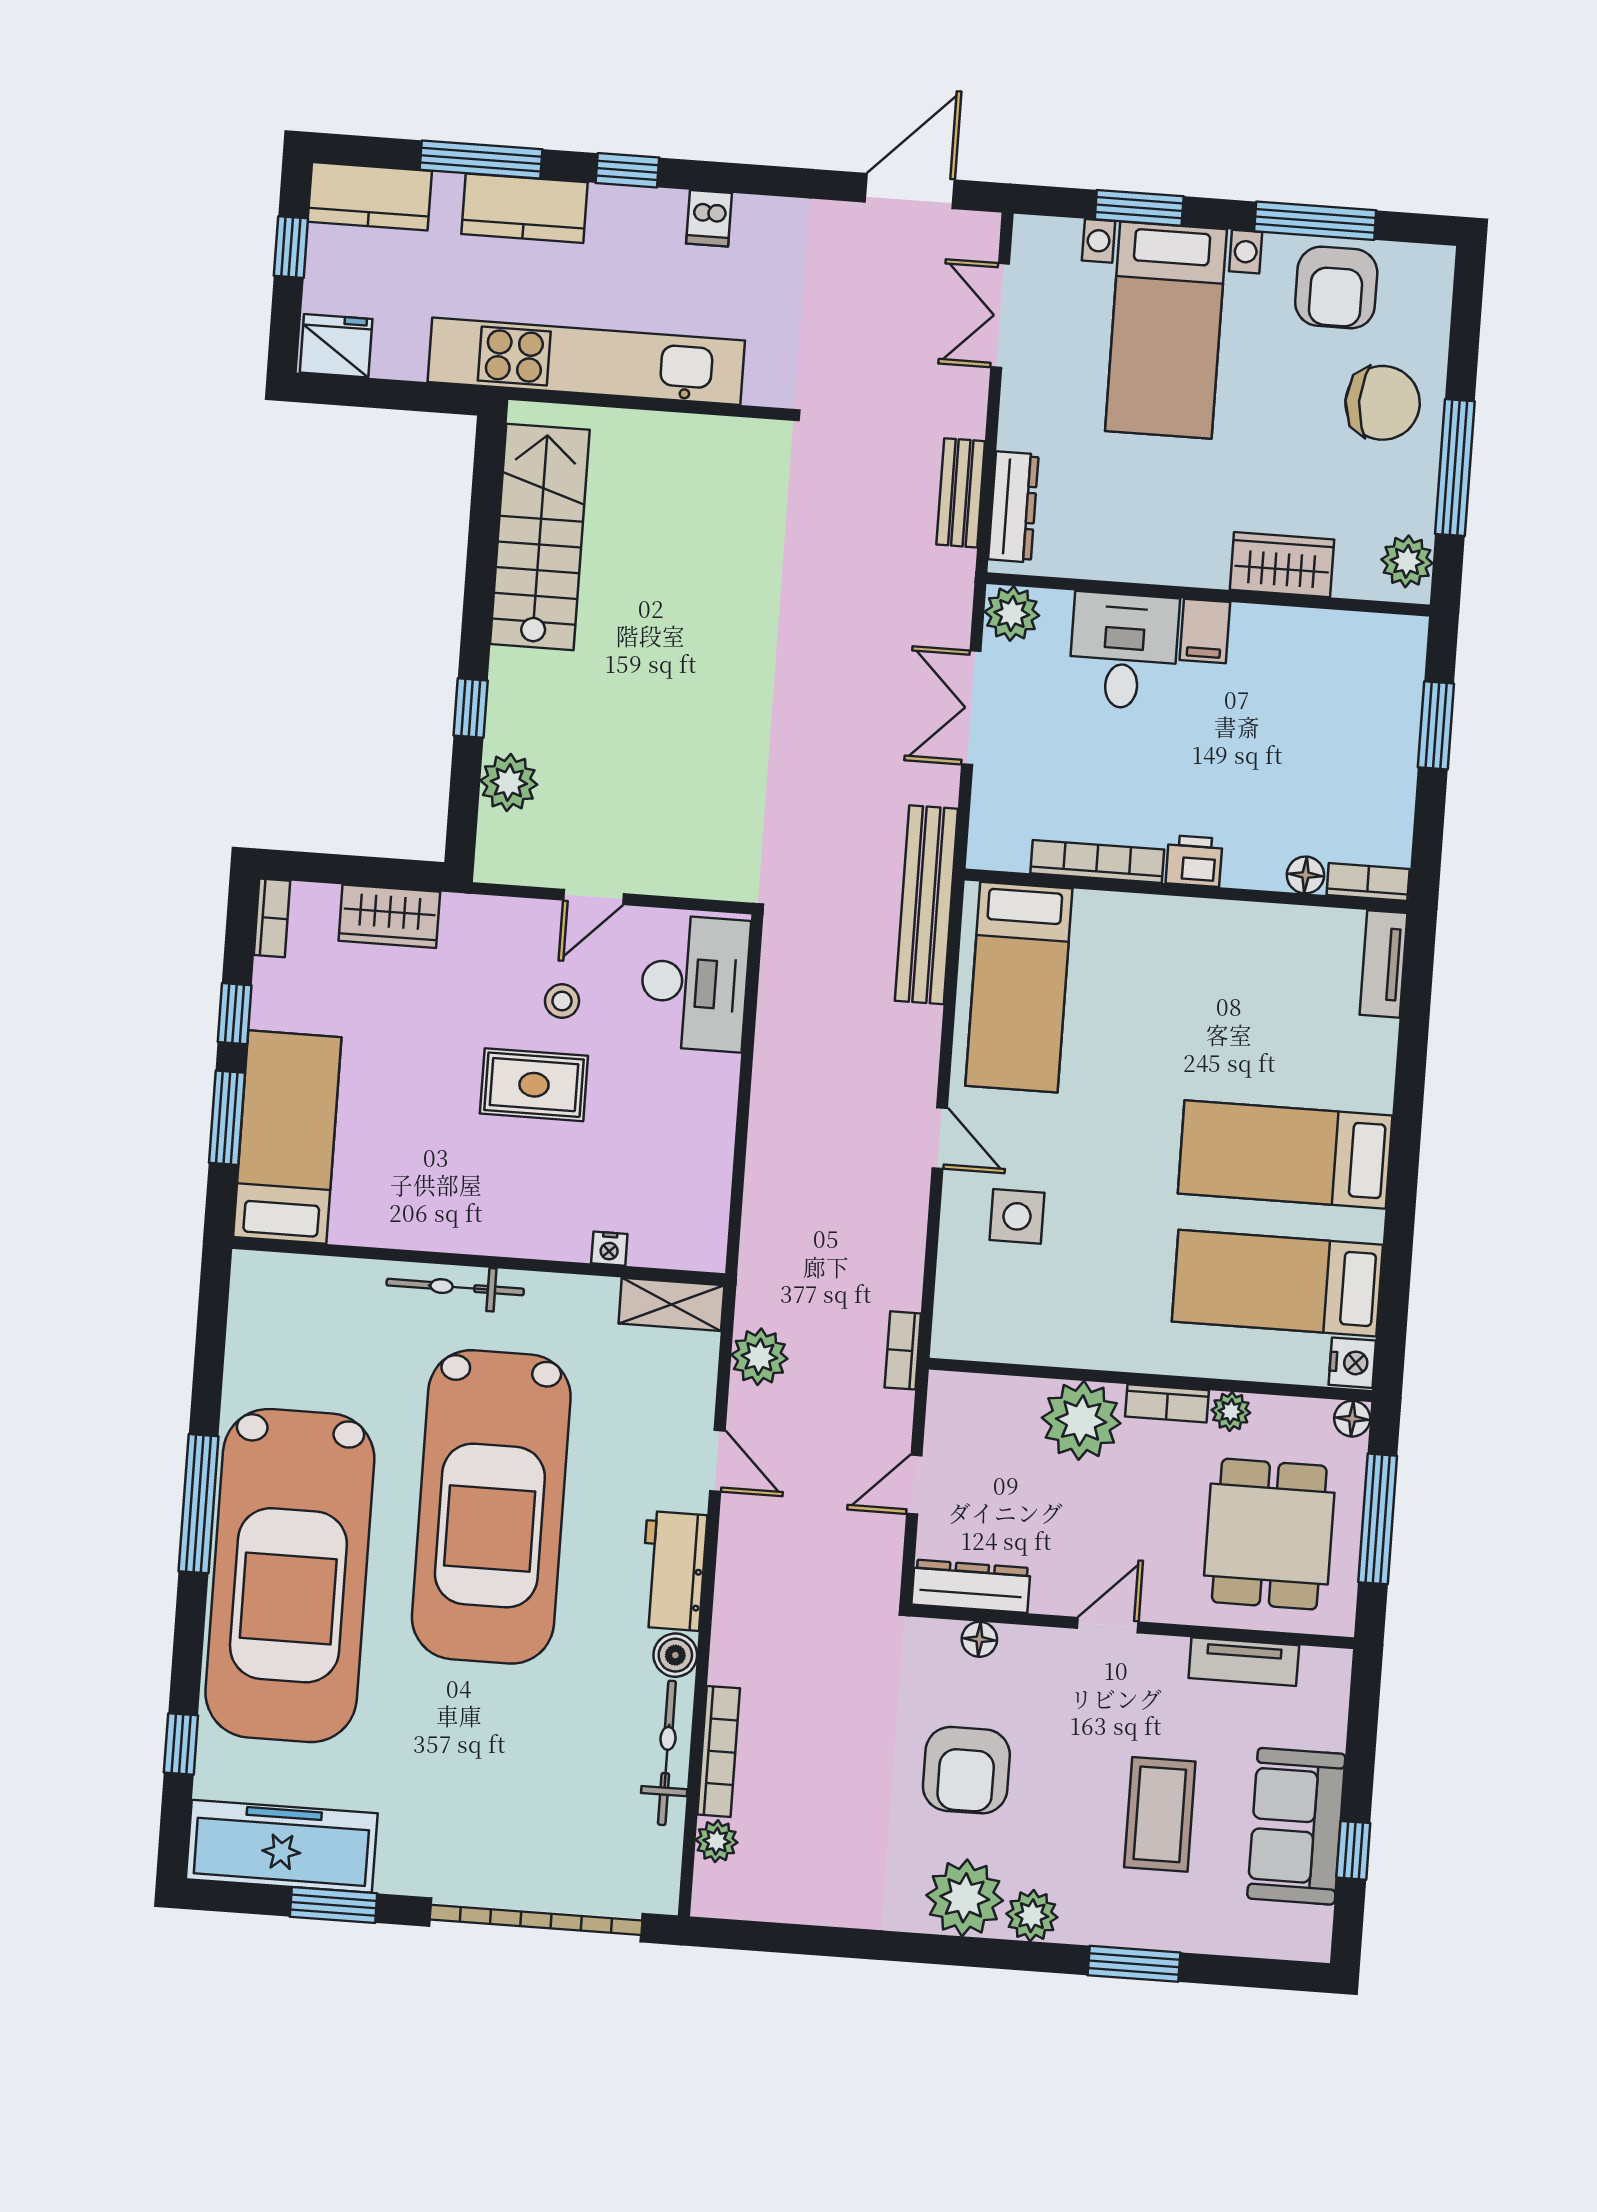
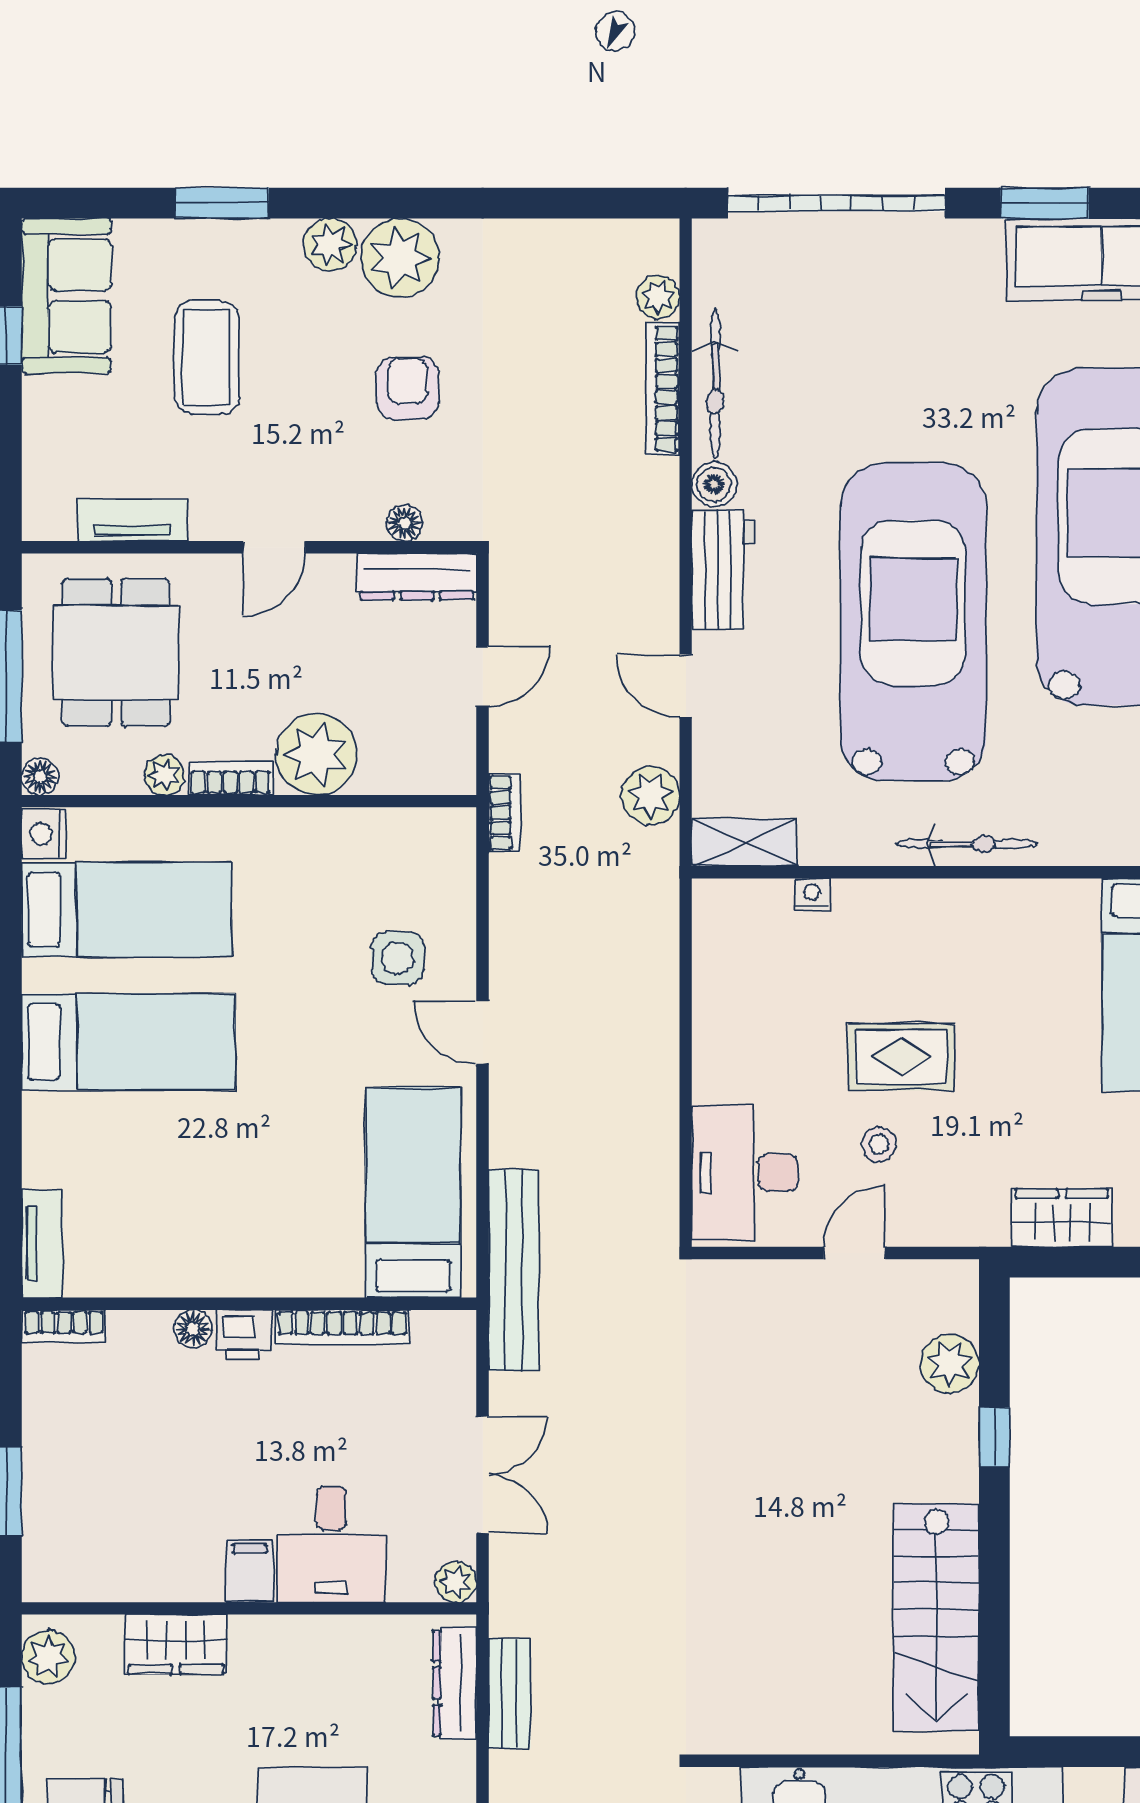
plant: (1012, 614) -> (456, 1582), width x0.73, depth x0.73
floor lamp: (1305, 875) -> (193, 1329), moved
armchair: (966, 1770) -> (408, 388), width x0.72, depth x0.72
sofa: (1296, 1826) -> (66, 296), moved

